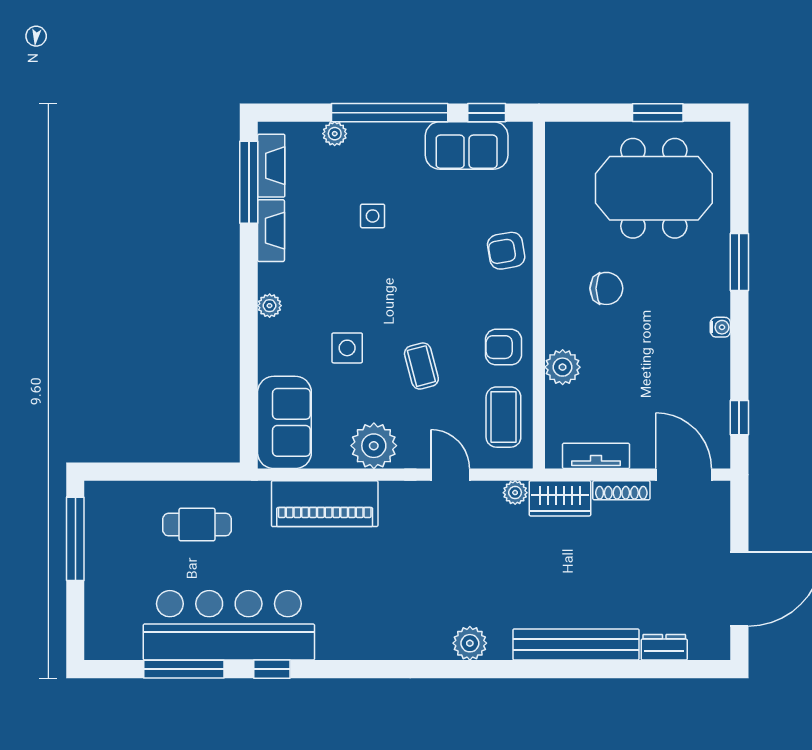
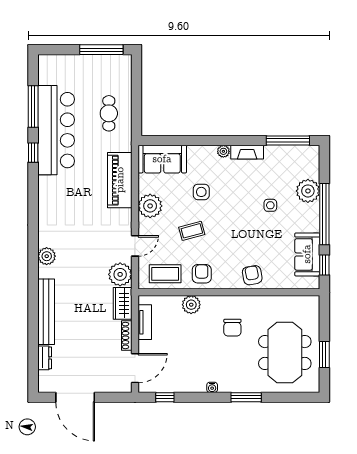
plant: (335, 134) -> (308, 191), width x1.87, depth x1.87
fireplace: (271, 166) -> (297, 152), removed
fireplace: (271, 231) -> (247, 152), moved
plant: (515, 493) -> (120, 274), width x1.88, depth x1.88

